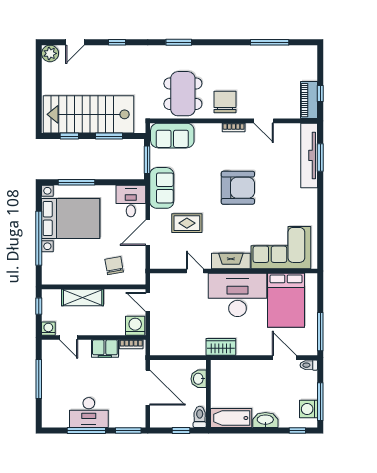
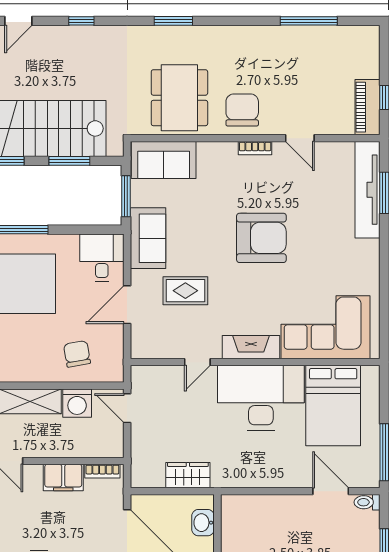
door: (195, 271) -> (197, 362), swing flipped
washing machine: (135, 326) -> (77, 403), moved, turned 180
wardrobe: (221, 347) -> (188, 475), moved

